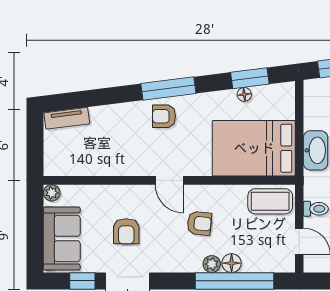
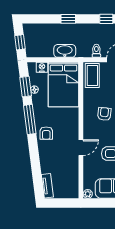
window: (168, 88) -> (30, 119), moved
nightstand: (286, 108) -> (42, 67), added
door: (169, 180) -> (81, 148), moved

